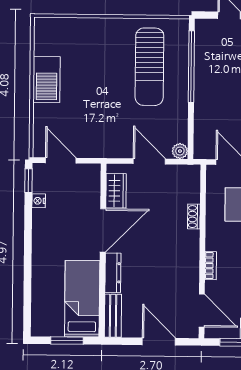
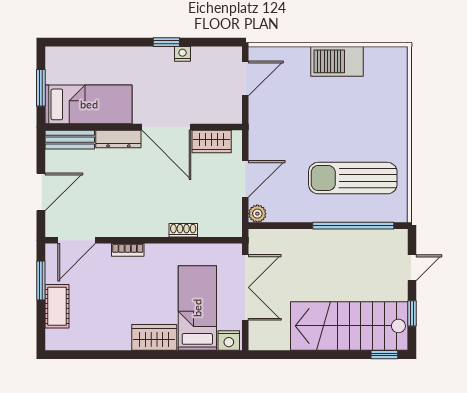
window: (29, 181) -> (166, 42), moved
nightstand: (39, 201) -> (182, 54), moved

